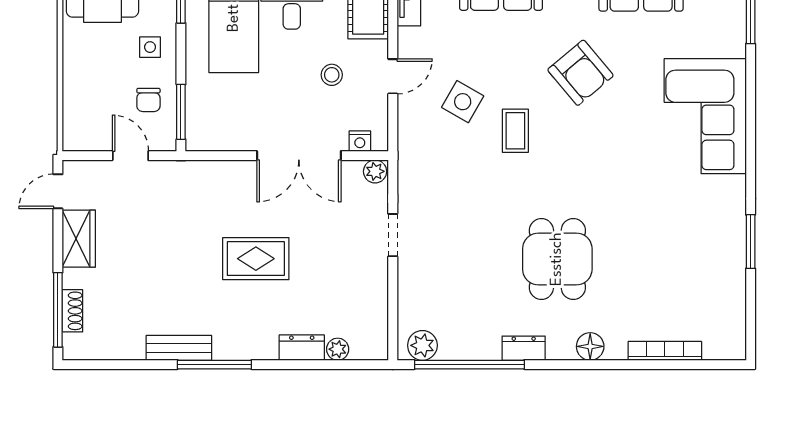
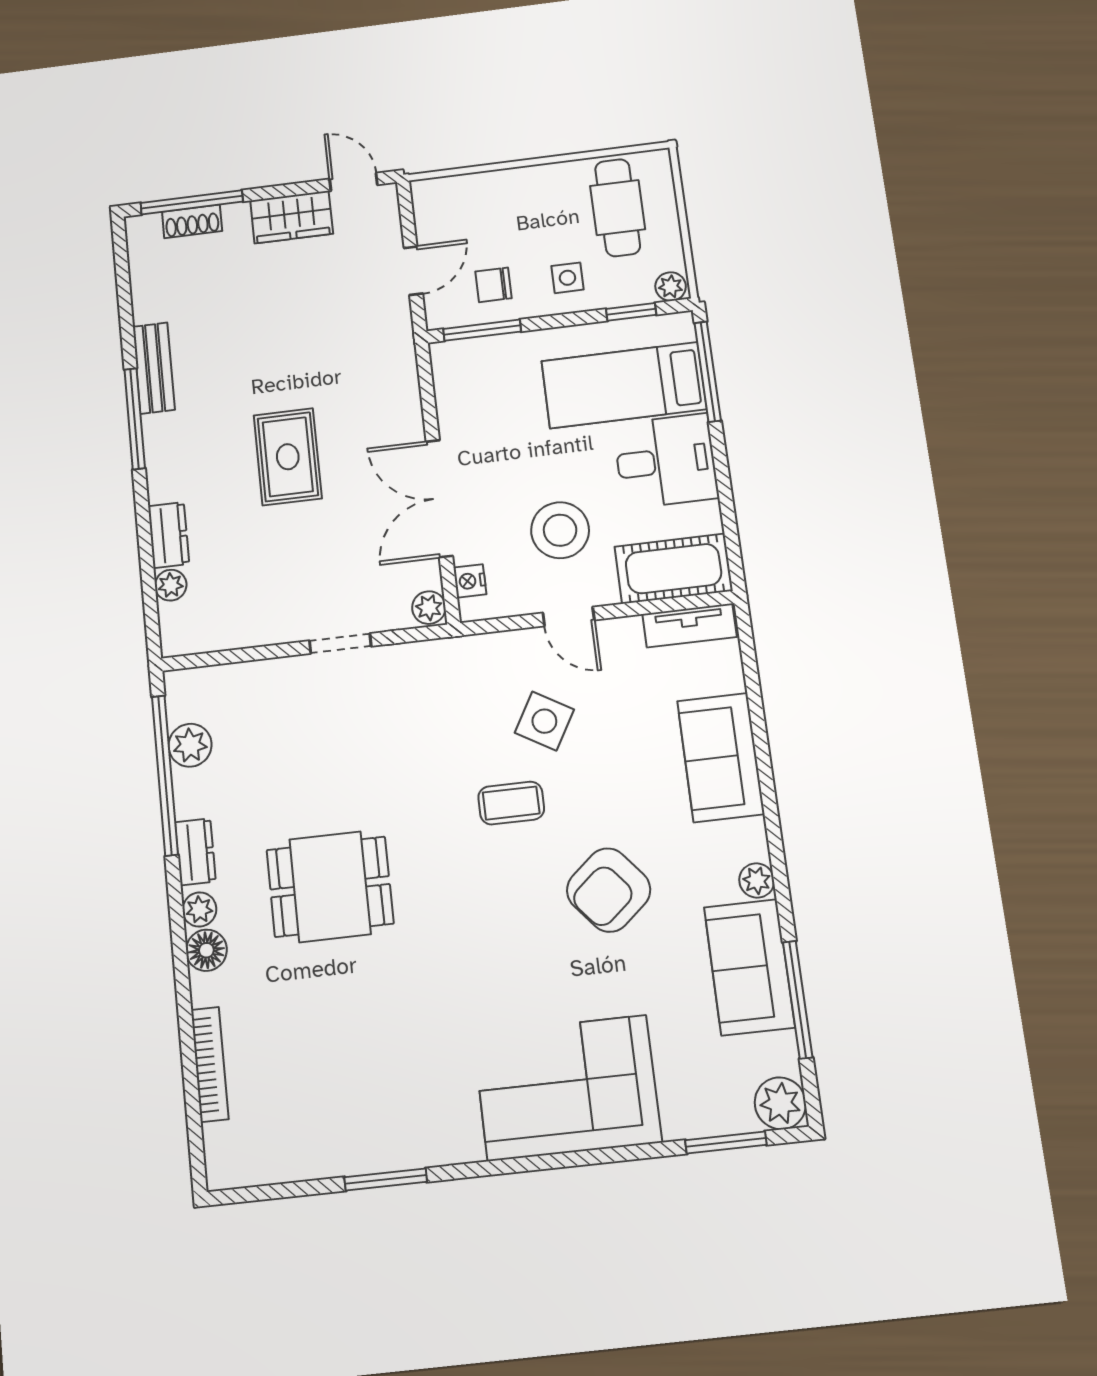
stool: (332, 75) -> (560, 530), width x1.89, depth x1.89
plant: (422, 345) -> (190, 745), moved
plant: (563, 349) -> (199, 909), added

